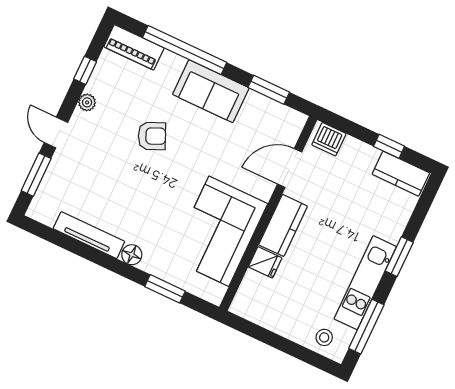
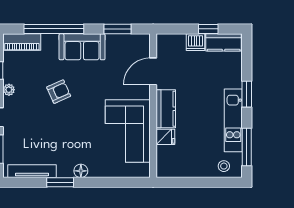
dishwasher: (329, 139) -> (196, 42), moved
tv unit: (89, 235) -> (32, 171), moved
window: (165, 289) -> (60, 182), moved

